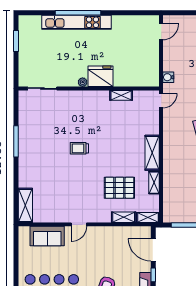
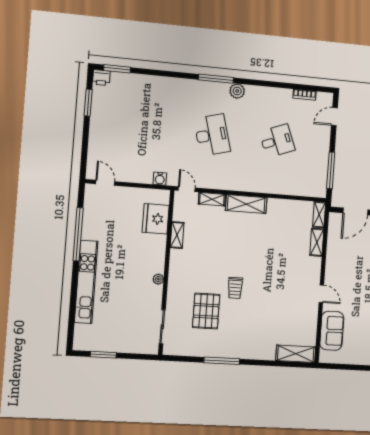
window: (78, 13) -> (78, 234), moved
fridge: (100, 76) -> (156, 219), moved
shelving: (154, 183) -> (212, 199), moved
pallet: (119, 188) -> (206, 311), moved

